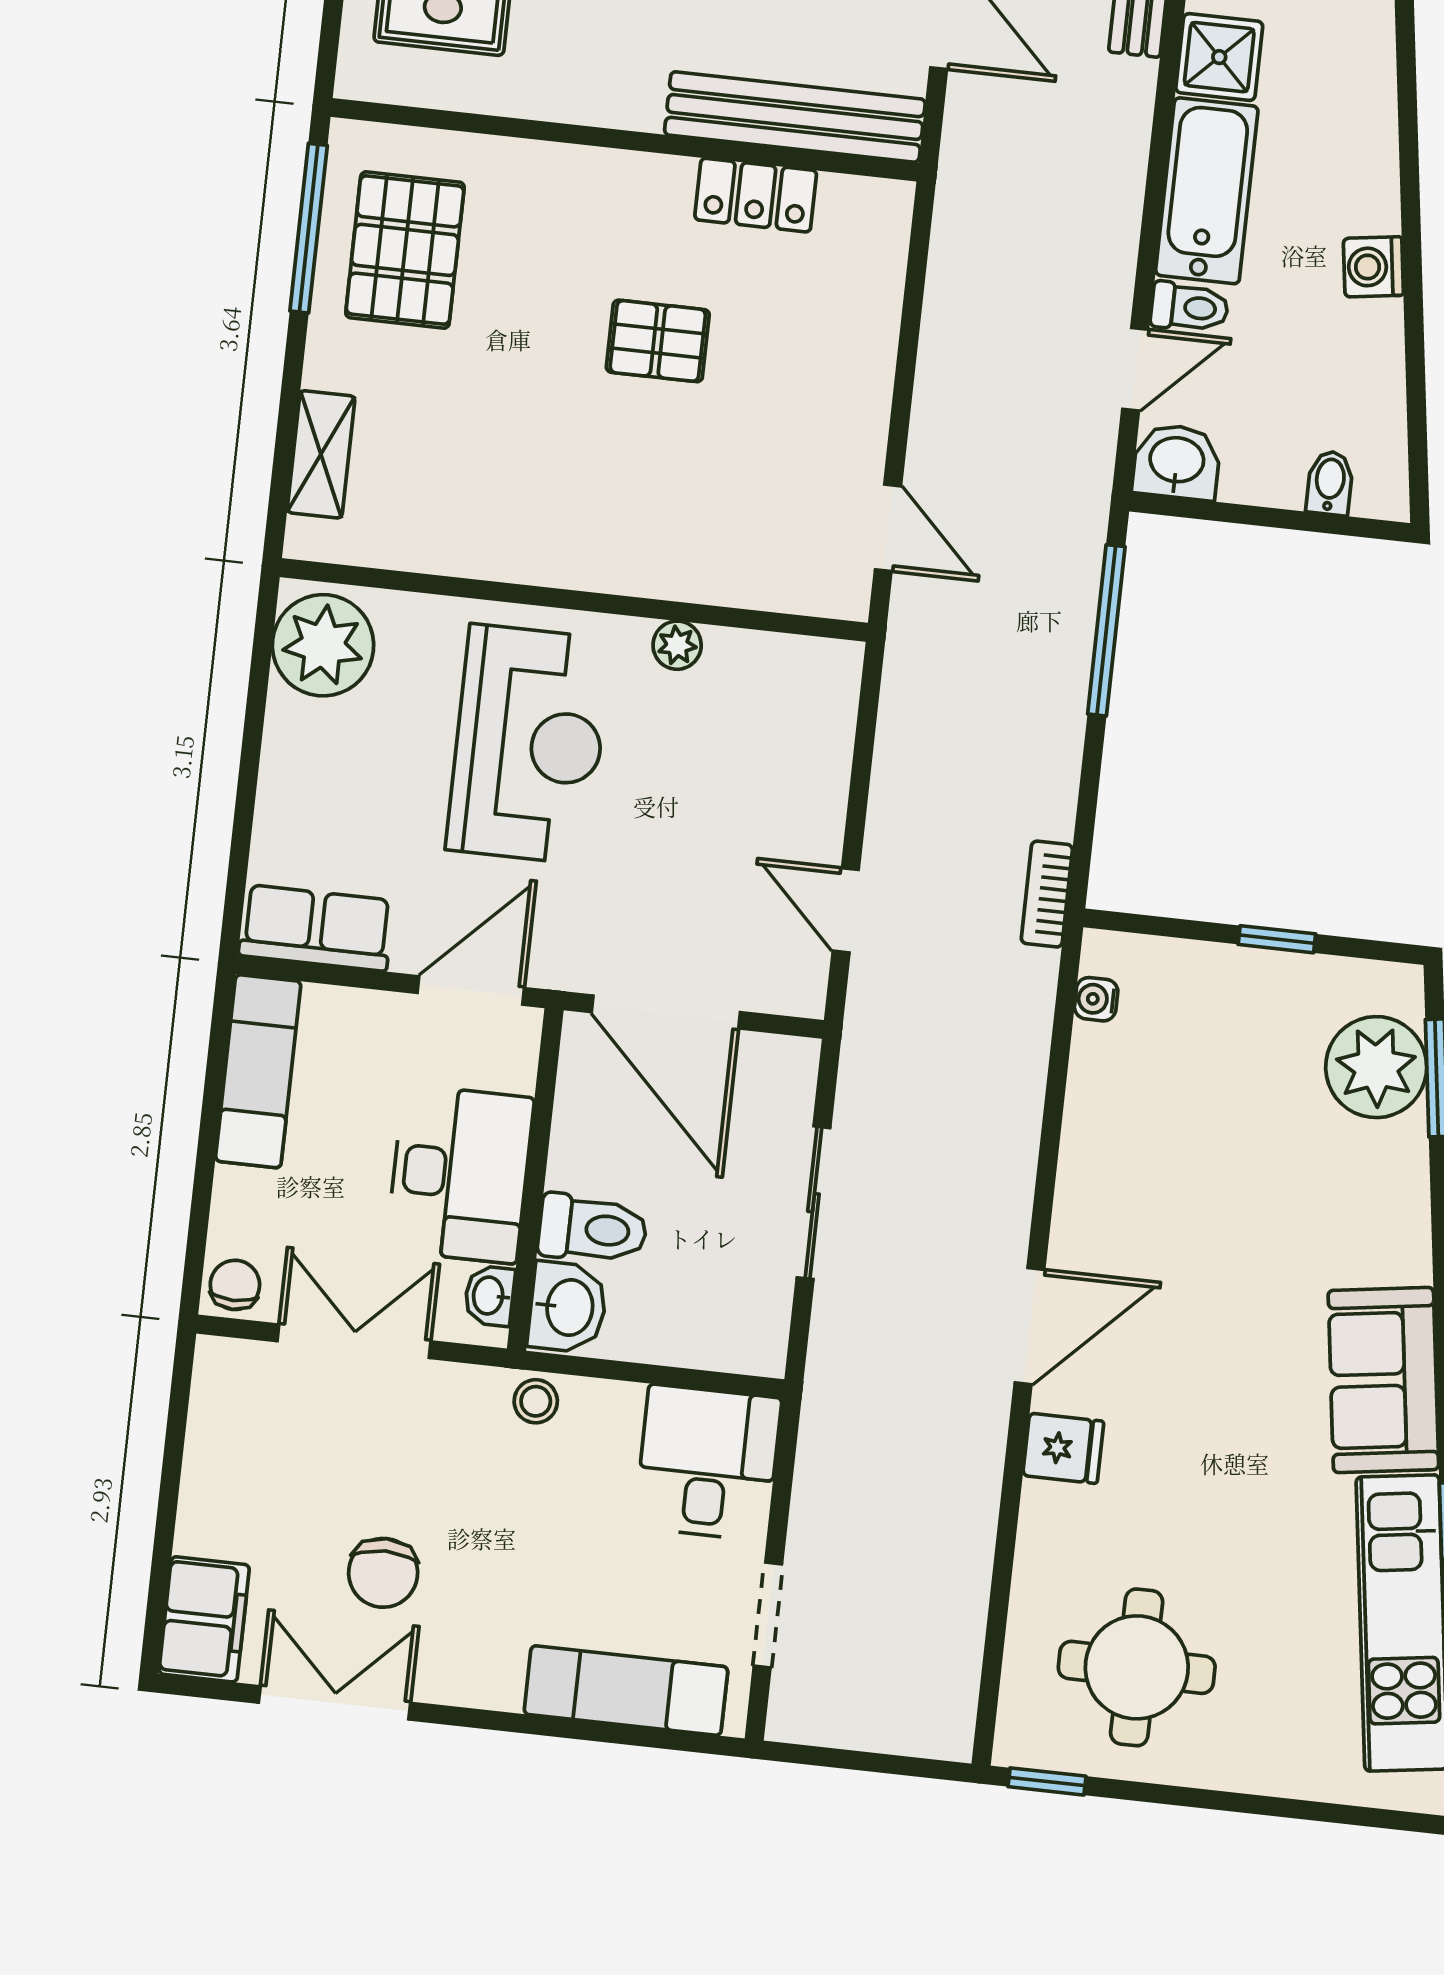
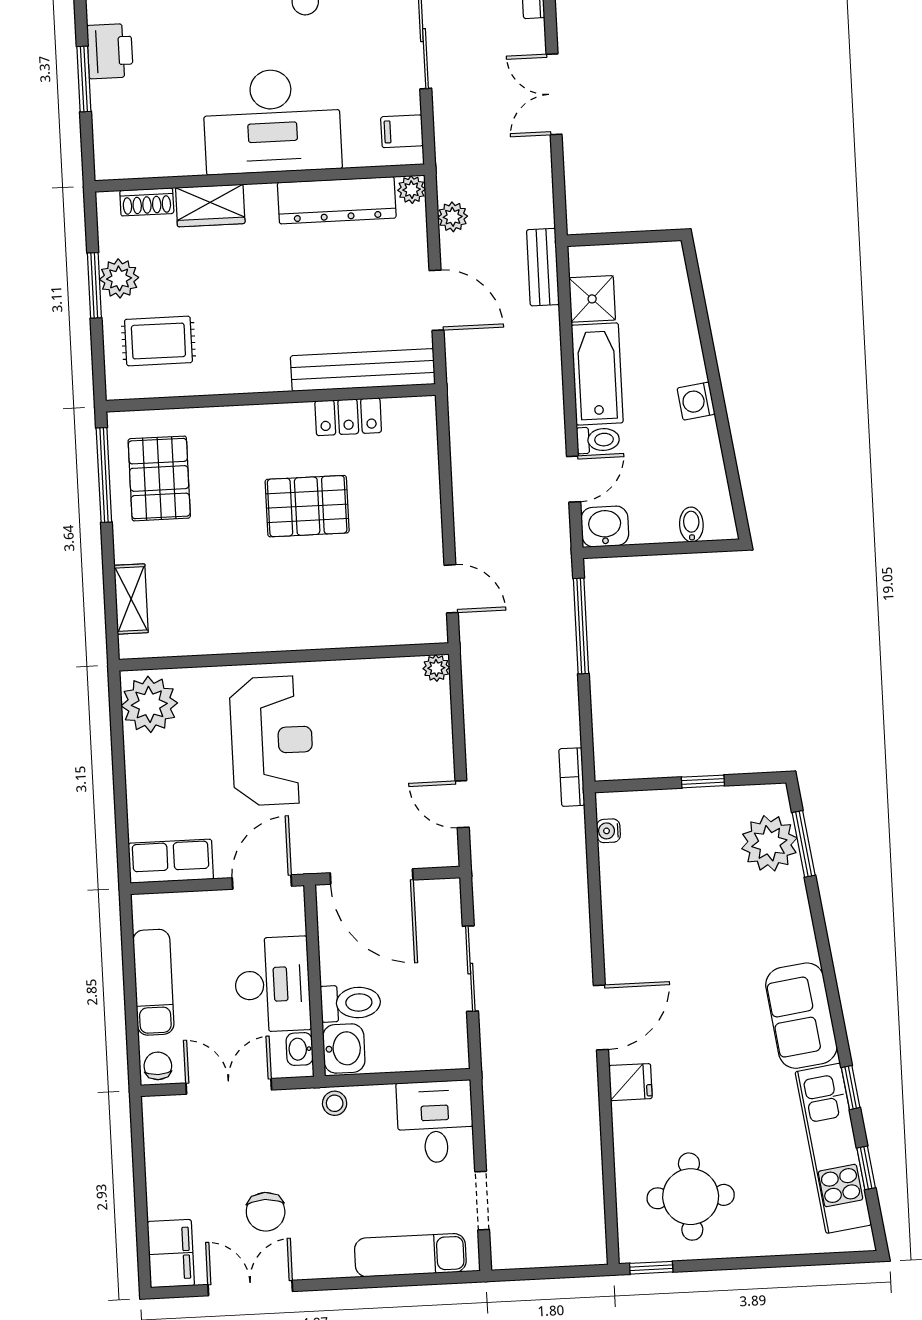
pallet: (658, 341) -> (307, 506), width x1.50, depth x1.42
plant: (677, 645) -> (436, 668), moved
exam couch: (258, 1071) -> (153, 982), moved

